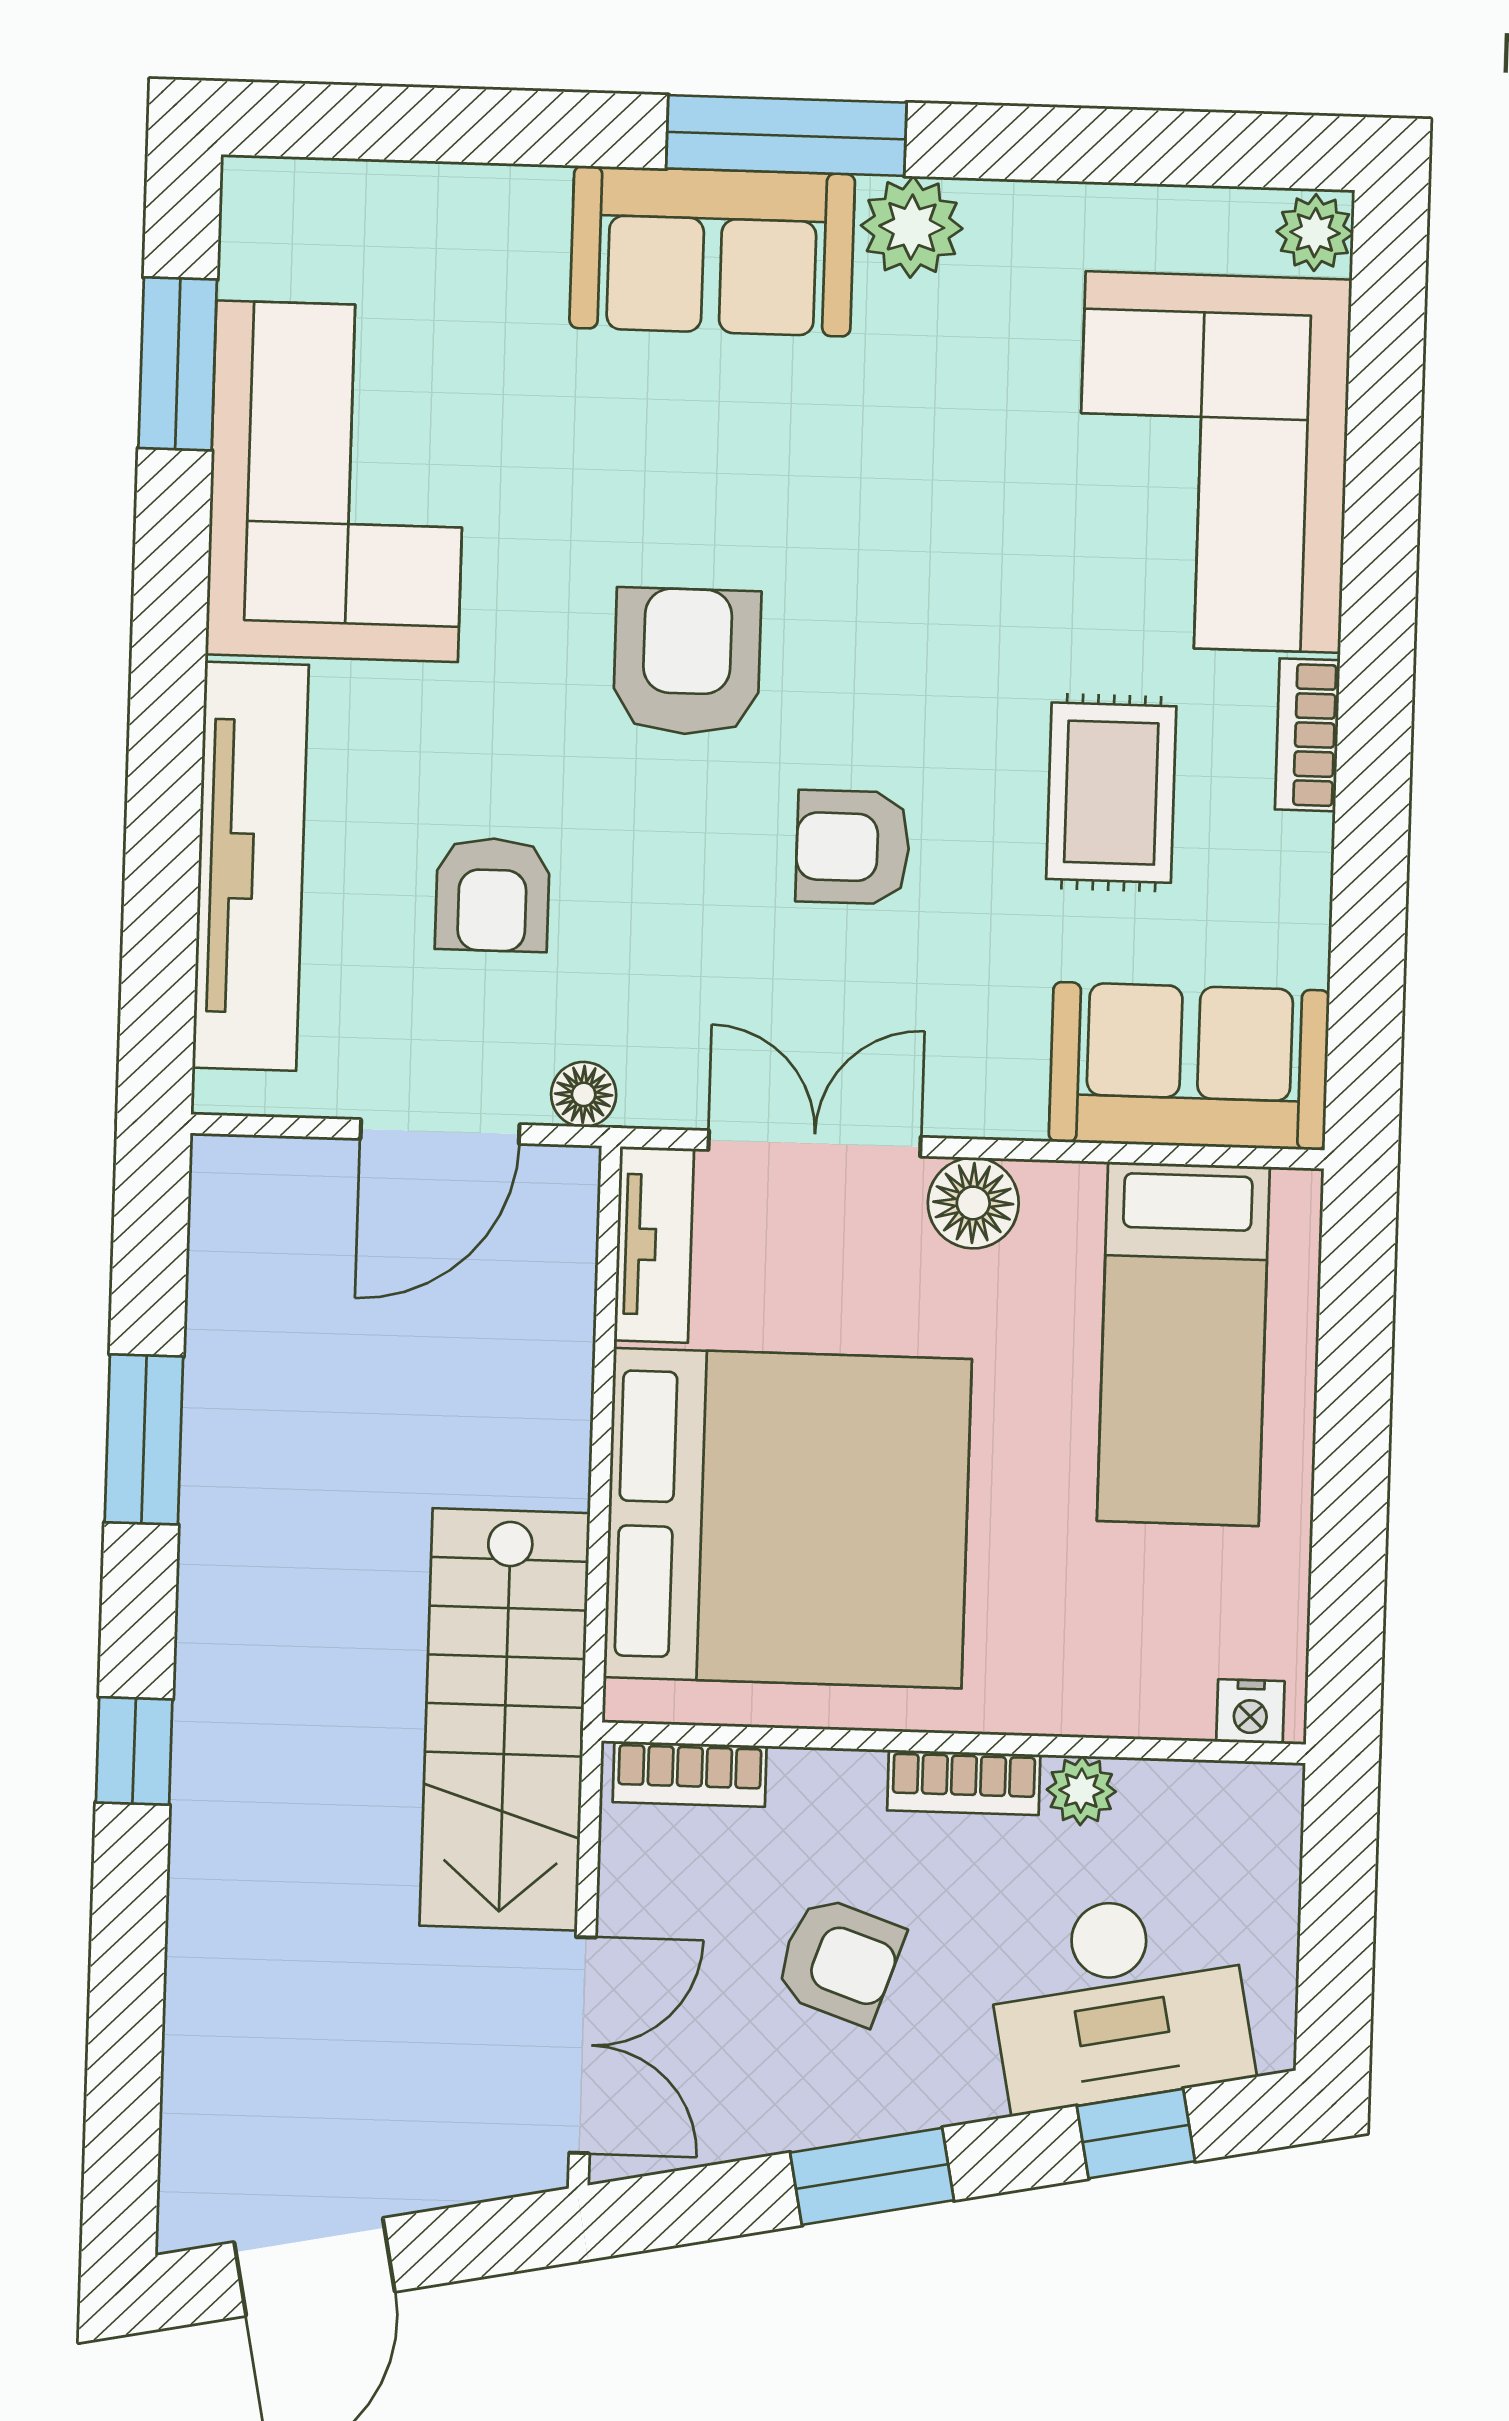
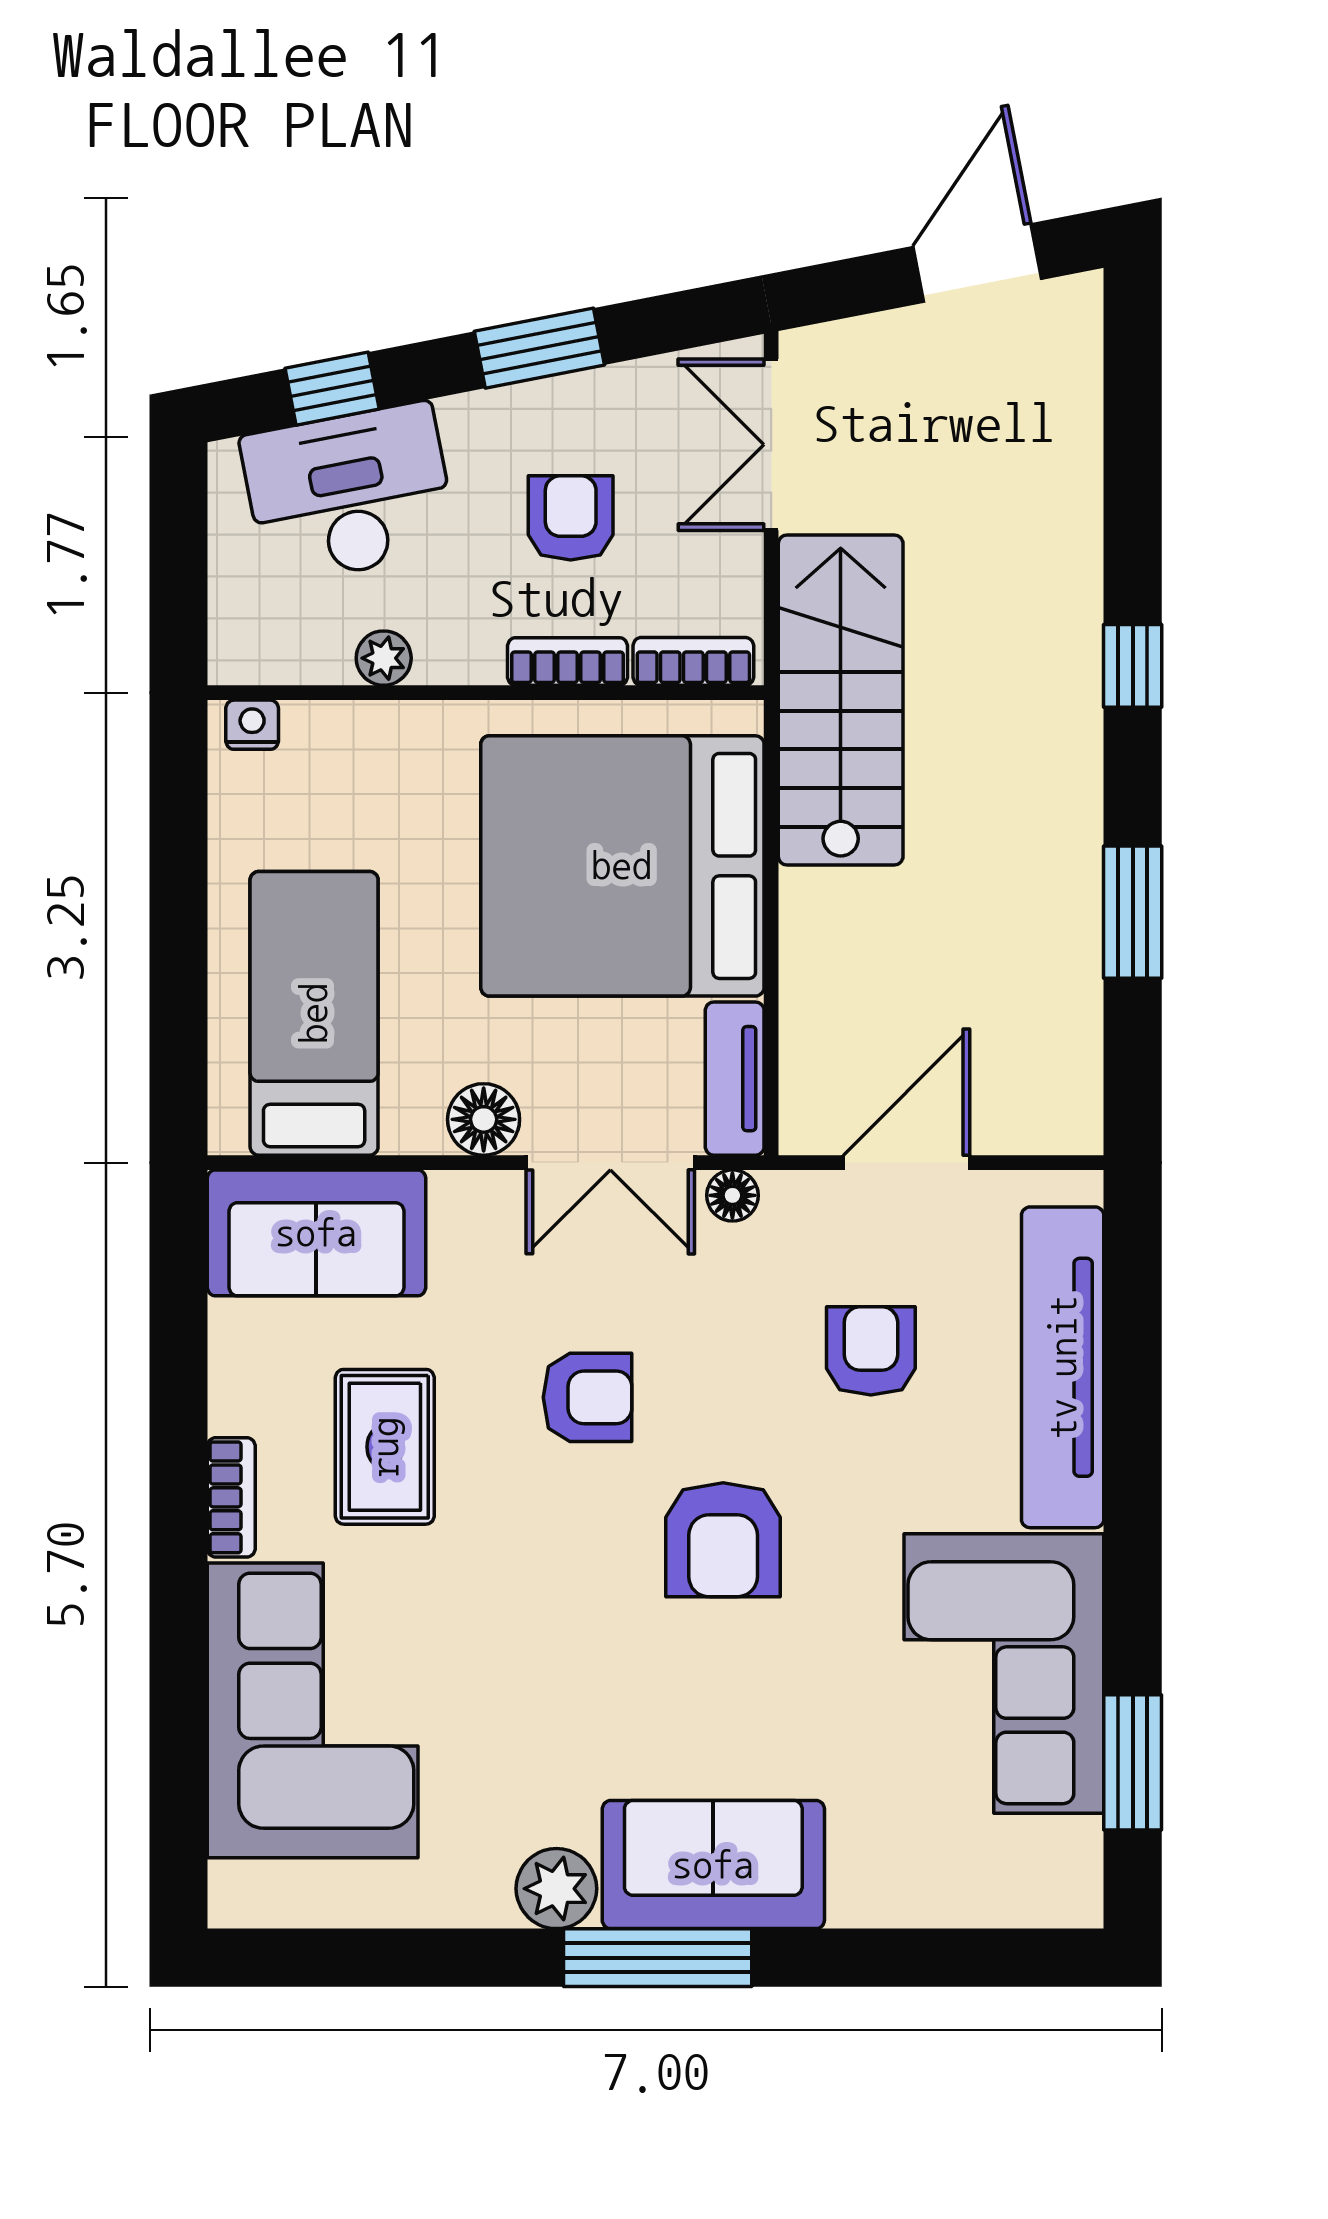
plant: (1315, 233) -> (238, 1894), removed
floor lamp: (584, 1094) -> (732, 1195), moved
bookcase: (964, 1783) -> (567, 662), moved
armchair: (839, 1960) -> (571, 518), turned 71

